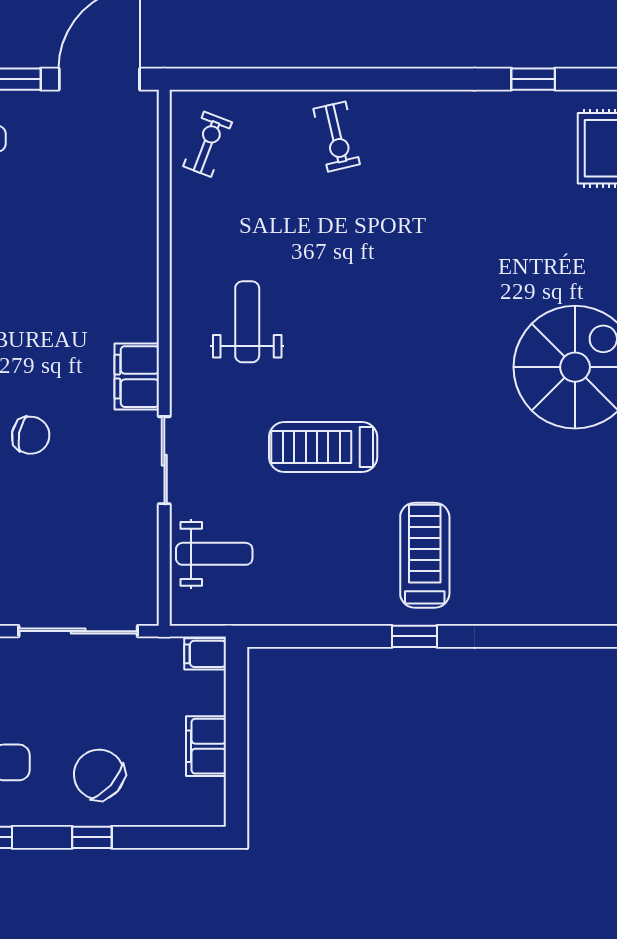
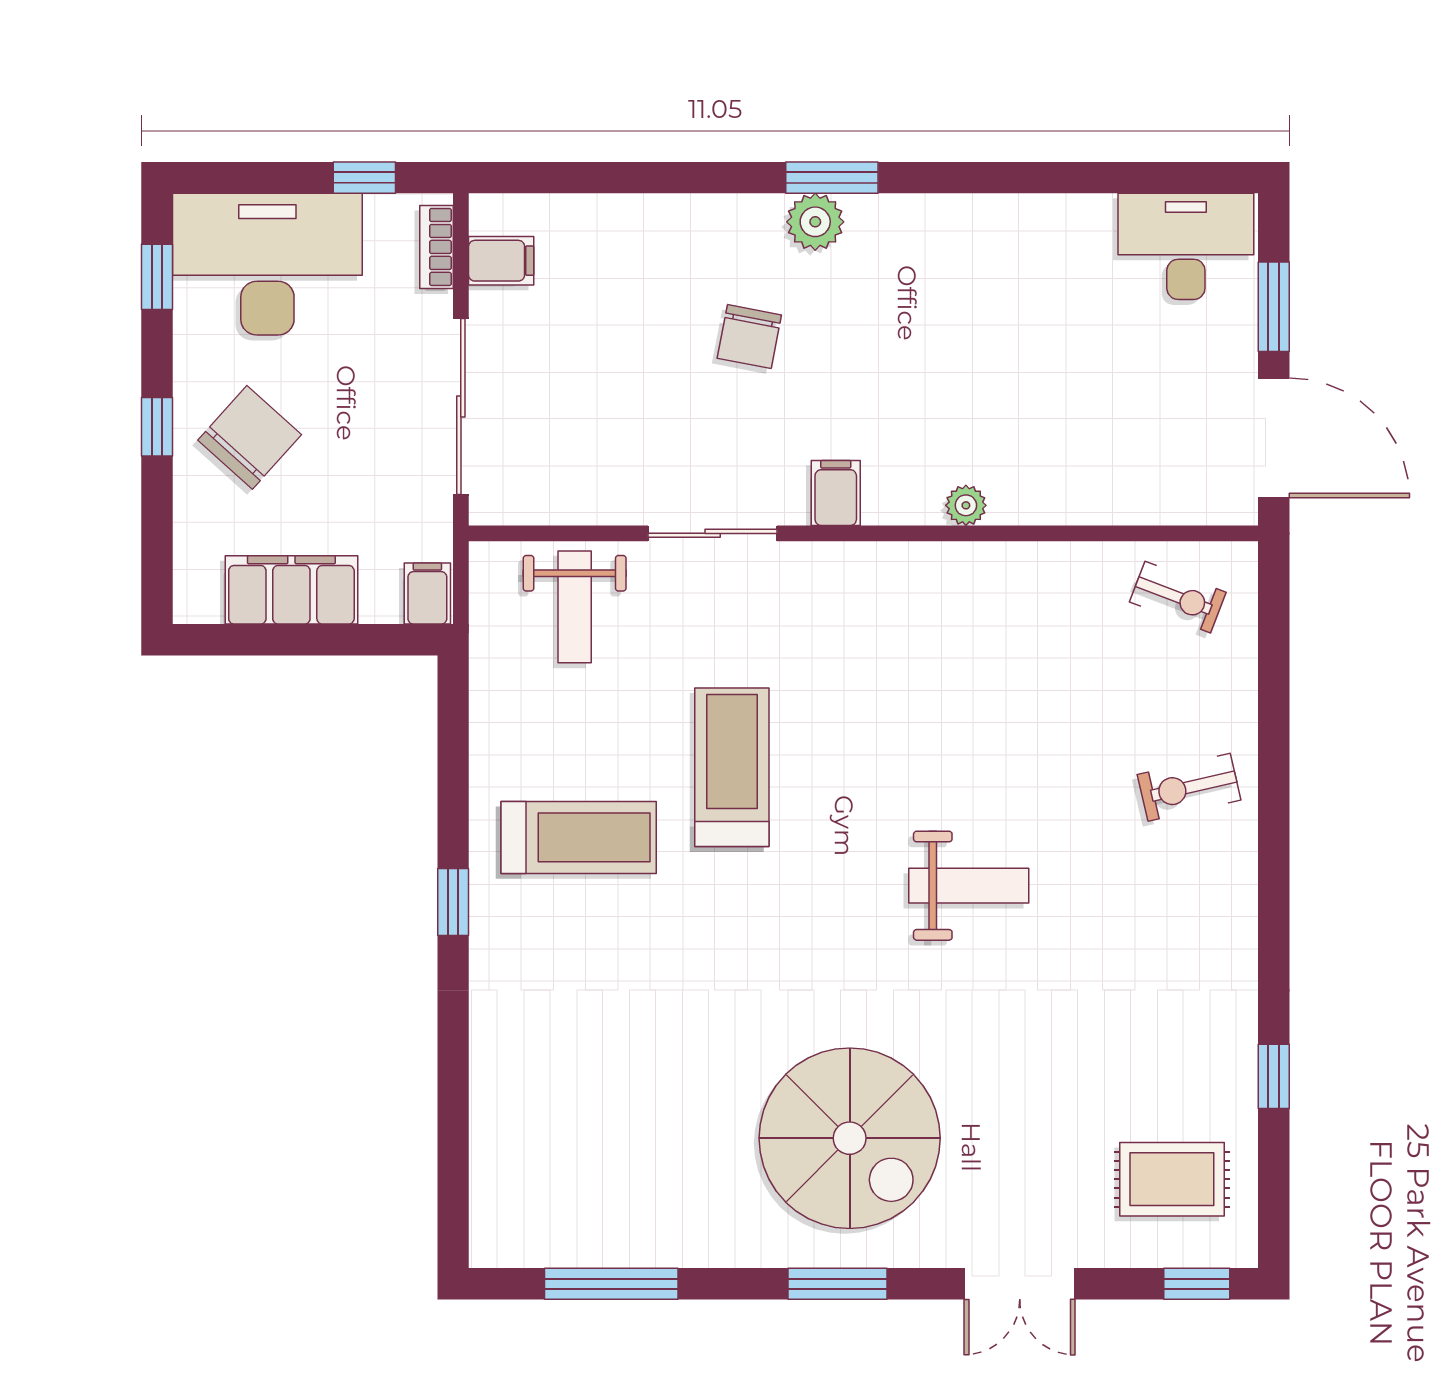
plant: (145, 288) -> (966, 505), added
weight bench: (247, 322) -> (969, 886), moved
filing cabinet: (137, 377) -> (836, 493), width x0.50
treadmill: (425, 555) -> (579, 837), moved
filing cabinet: (206, 746) -> (291, 590), width x1.50, depth x1.17

